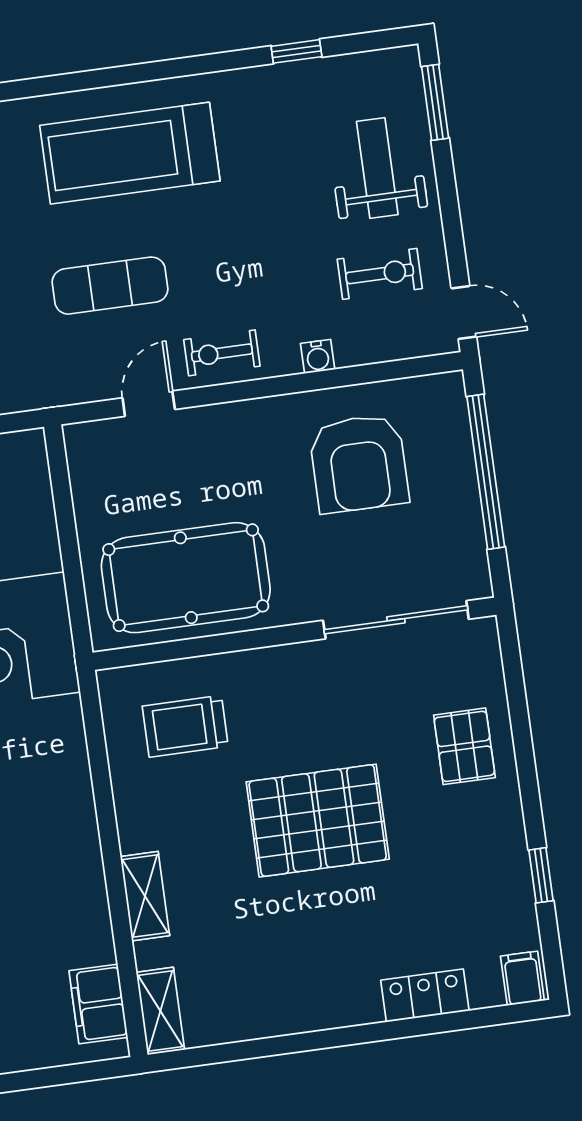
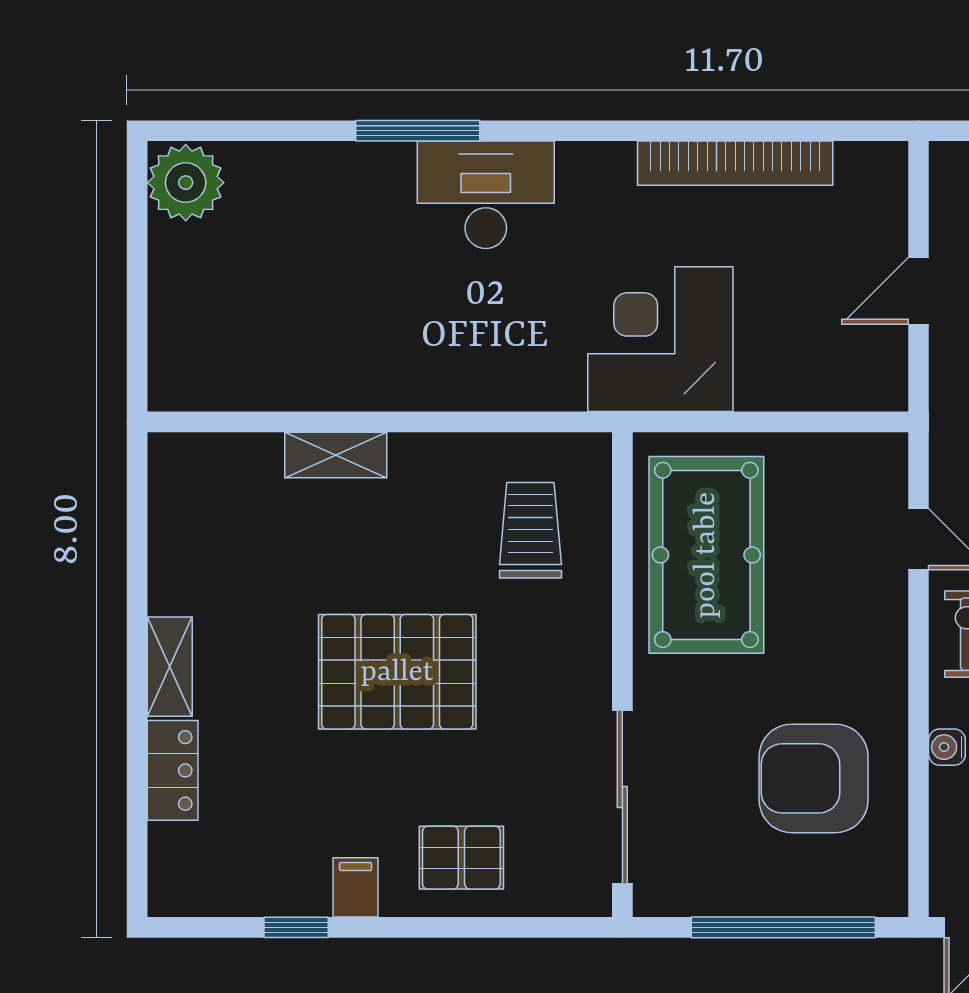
pallet: (318, 821) -> (397, 672), turned 90
filing cabinet: (522, 978) -> (356, 887), moved, turned -90
filing cabinet: (98, 1004) -> (216, 382), removed
shelving: (160, 1011) -> (170, 667), moved, turned 90

